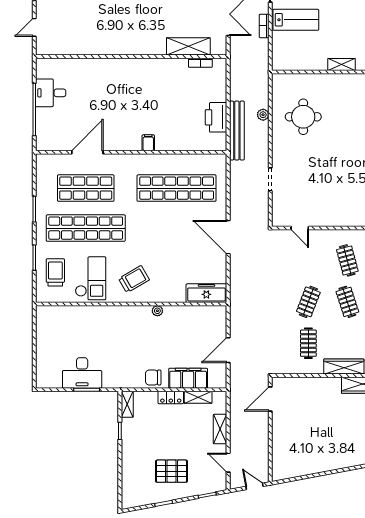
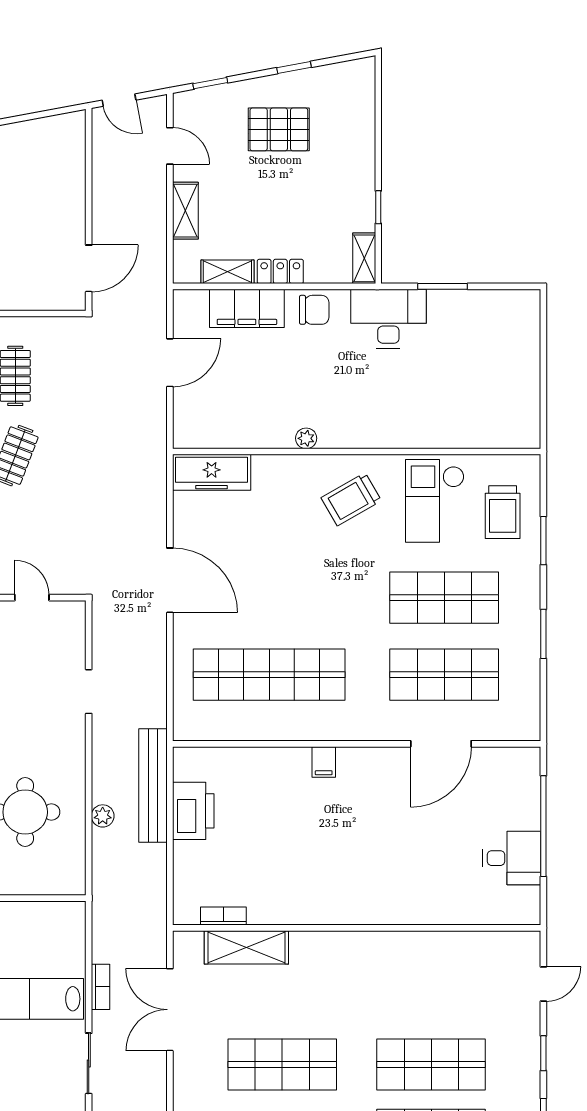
shop shelf: (86, 228) -> (444, 598), width x0.71
desk: (82, 373) -> (388, 319), moved

